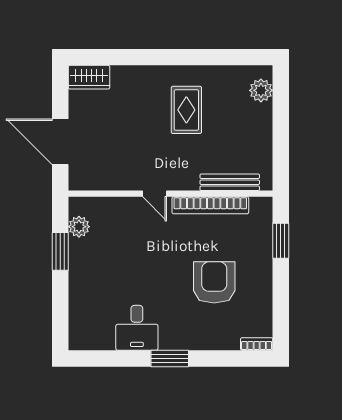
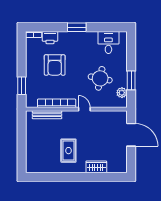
wardrobe: (89, 77) -> (96, 167), moved
plant: (261, 90) -> (31, 160), removed
round table: (123, 255) -> (100, 78), added
desk: (137, 328) -> (108, 42), moved
printer: (224, 338) -> (50, 38), added

